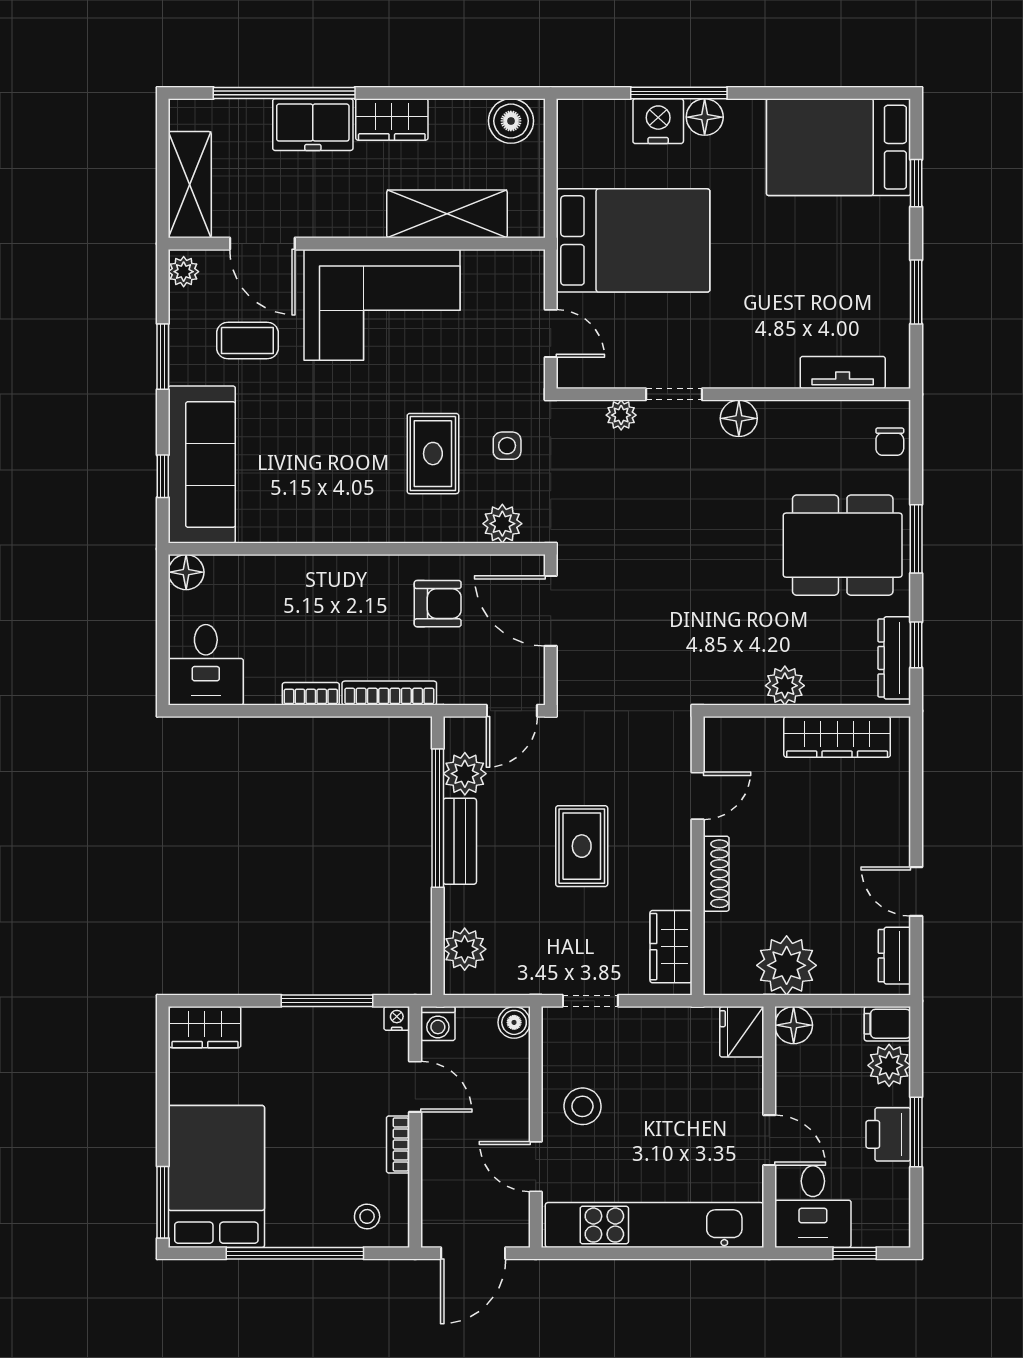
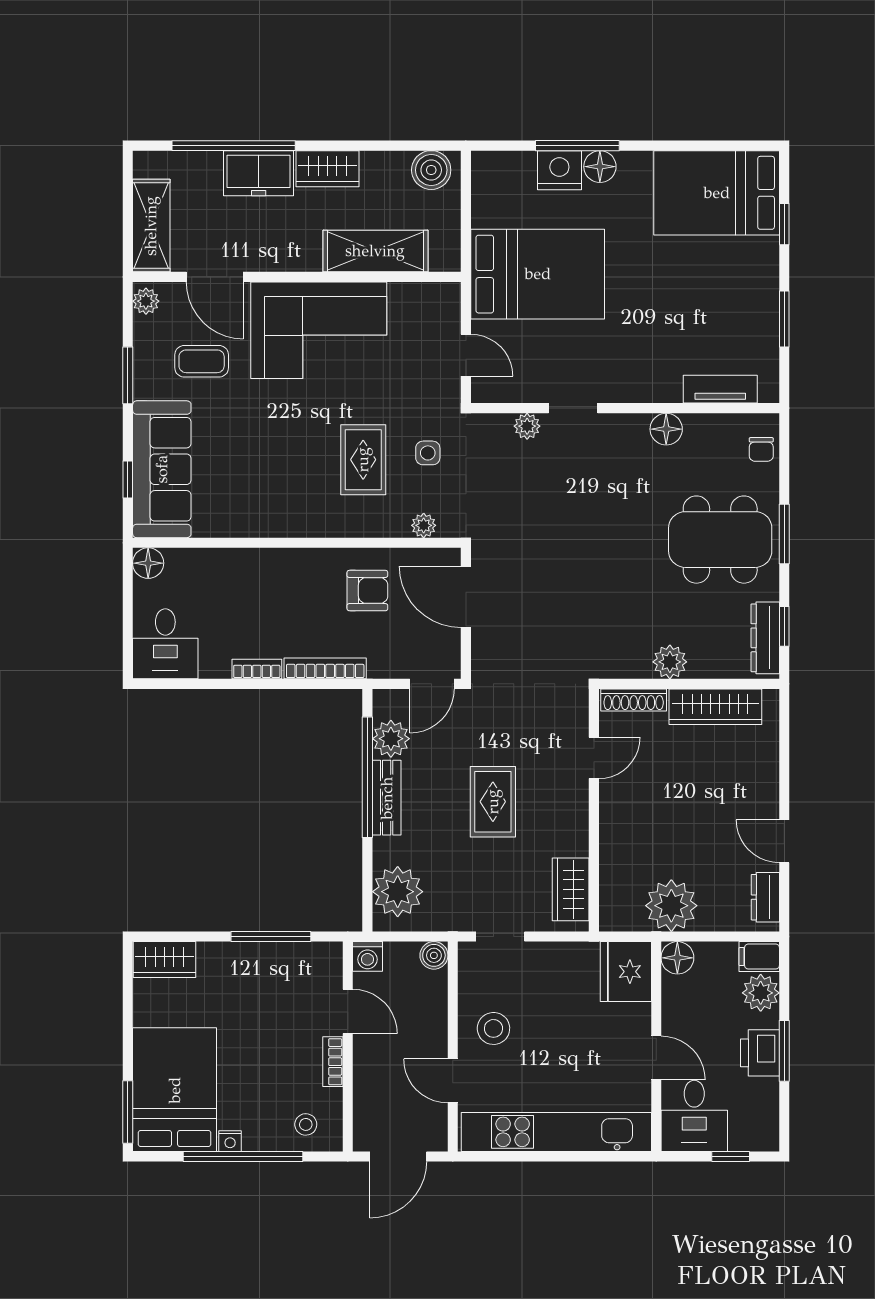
floor lamp: (739, 418) -> (666, 429), moved
plant: (502, 524) -> (424, 525), width x0.73, depth x0.73
shoe rack: (716, 874) -> (634, 700), moved, turned 90
plant: (465, 949) -> (398, 892), width x1.36, depth x1.36
nightstand: (397, 1018) -> (230, 1141), moved, turned 180
fridge: (742, 1032) -> (626, 972), width x1.36, depth x1.34

